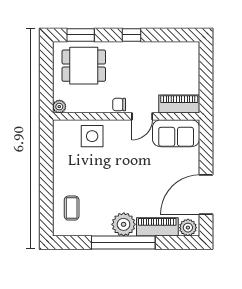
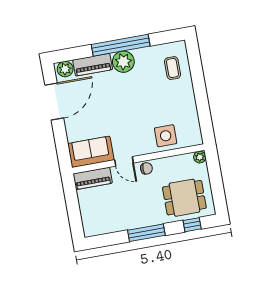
window: (81, 35) -> (192, 225), width x0.67
window: (132, 35) -> (146, 233), width x2.17
door: (142, 116) -> (124, 161), swing flipped

